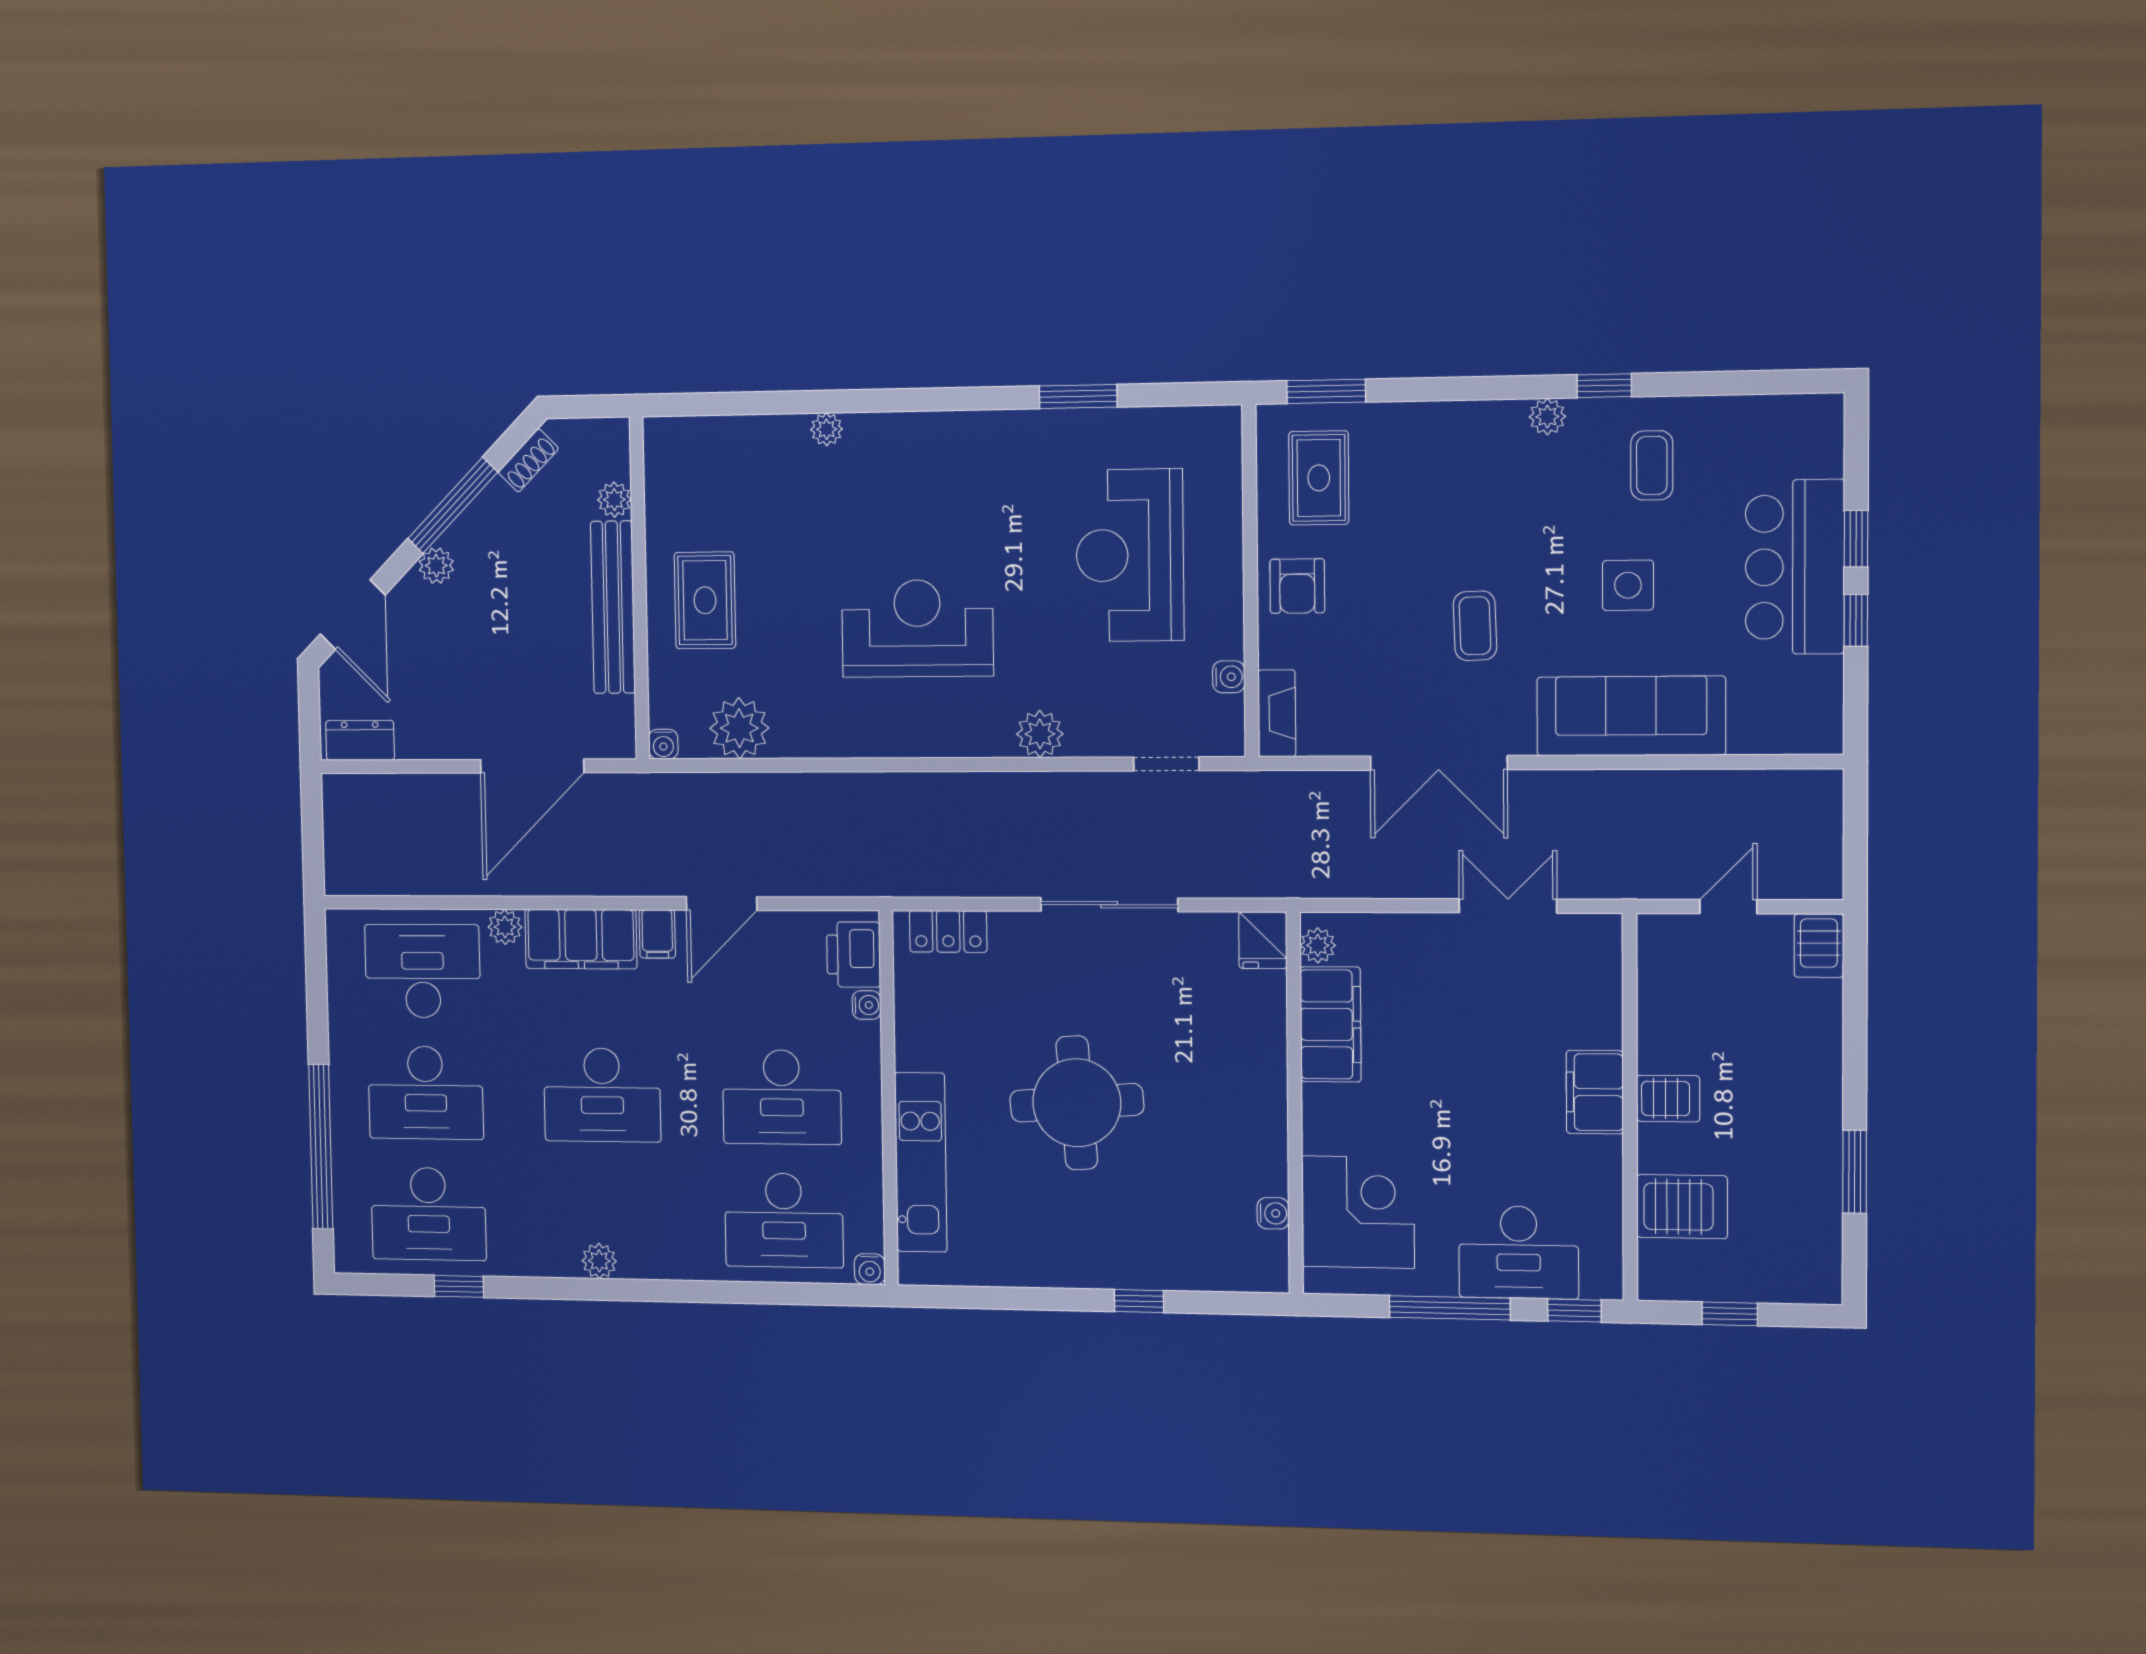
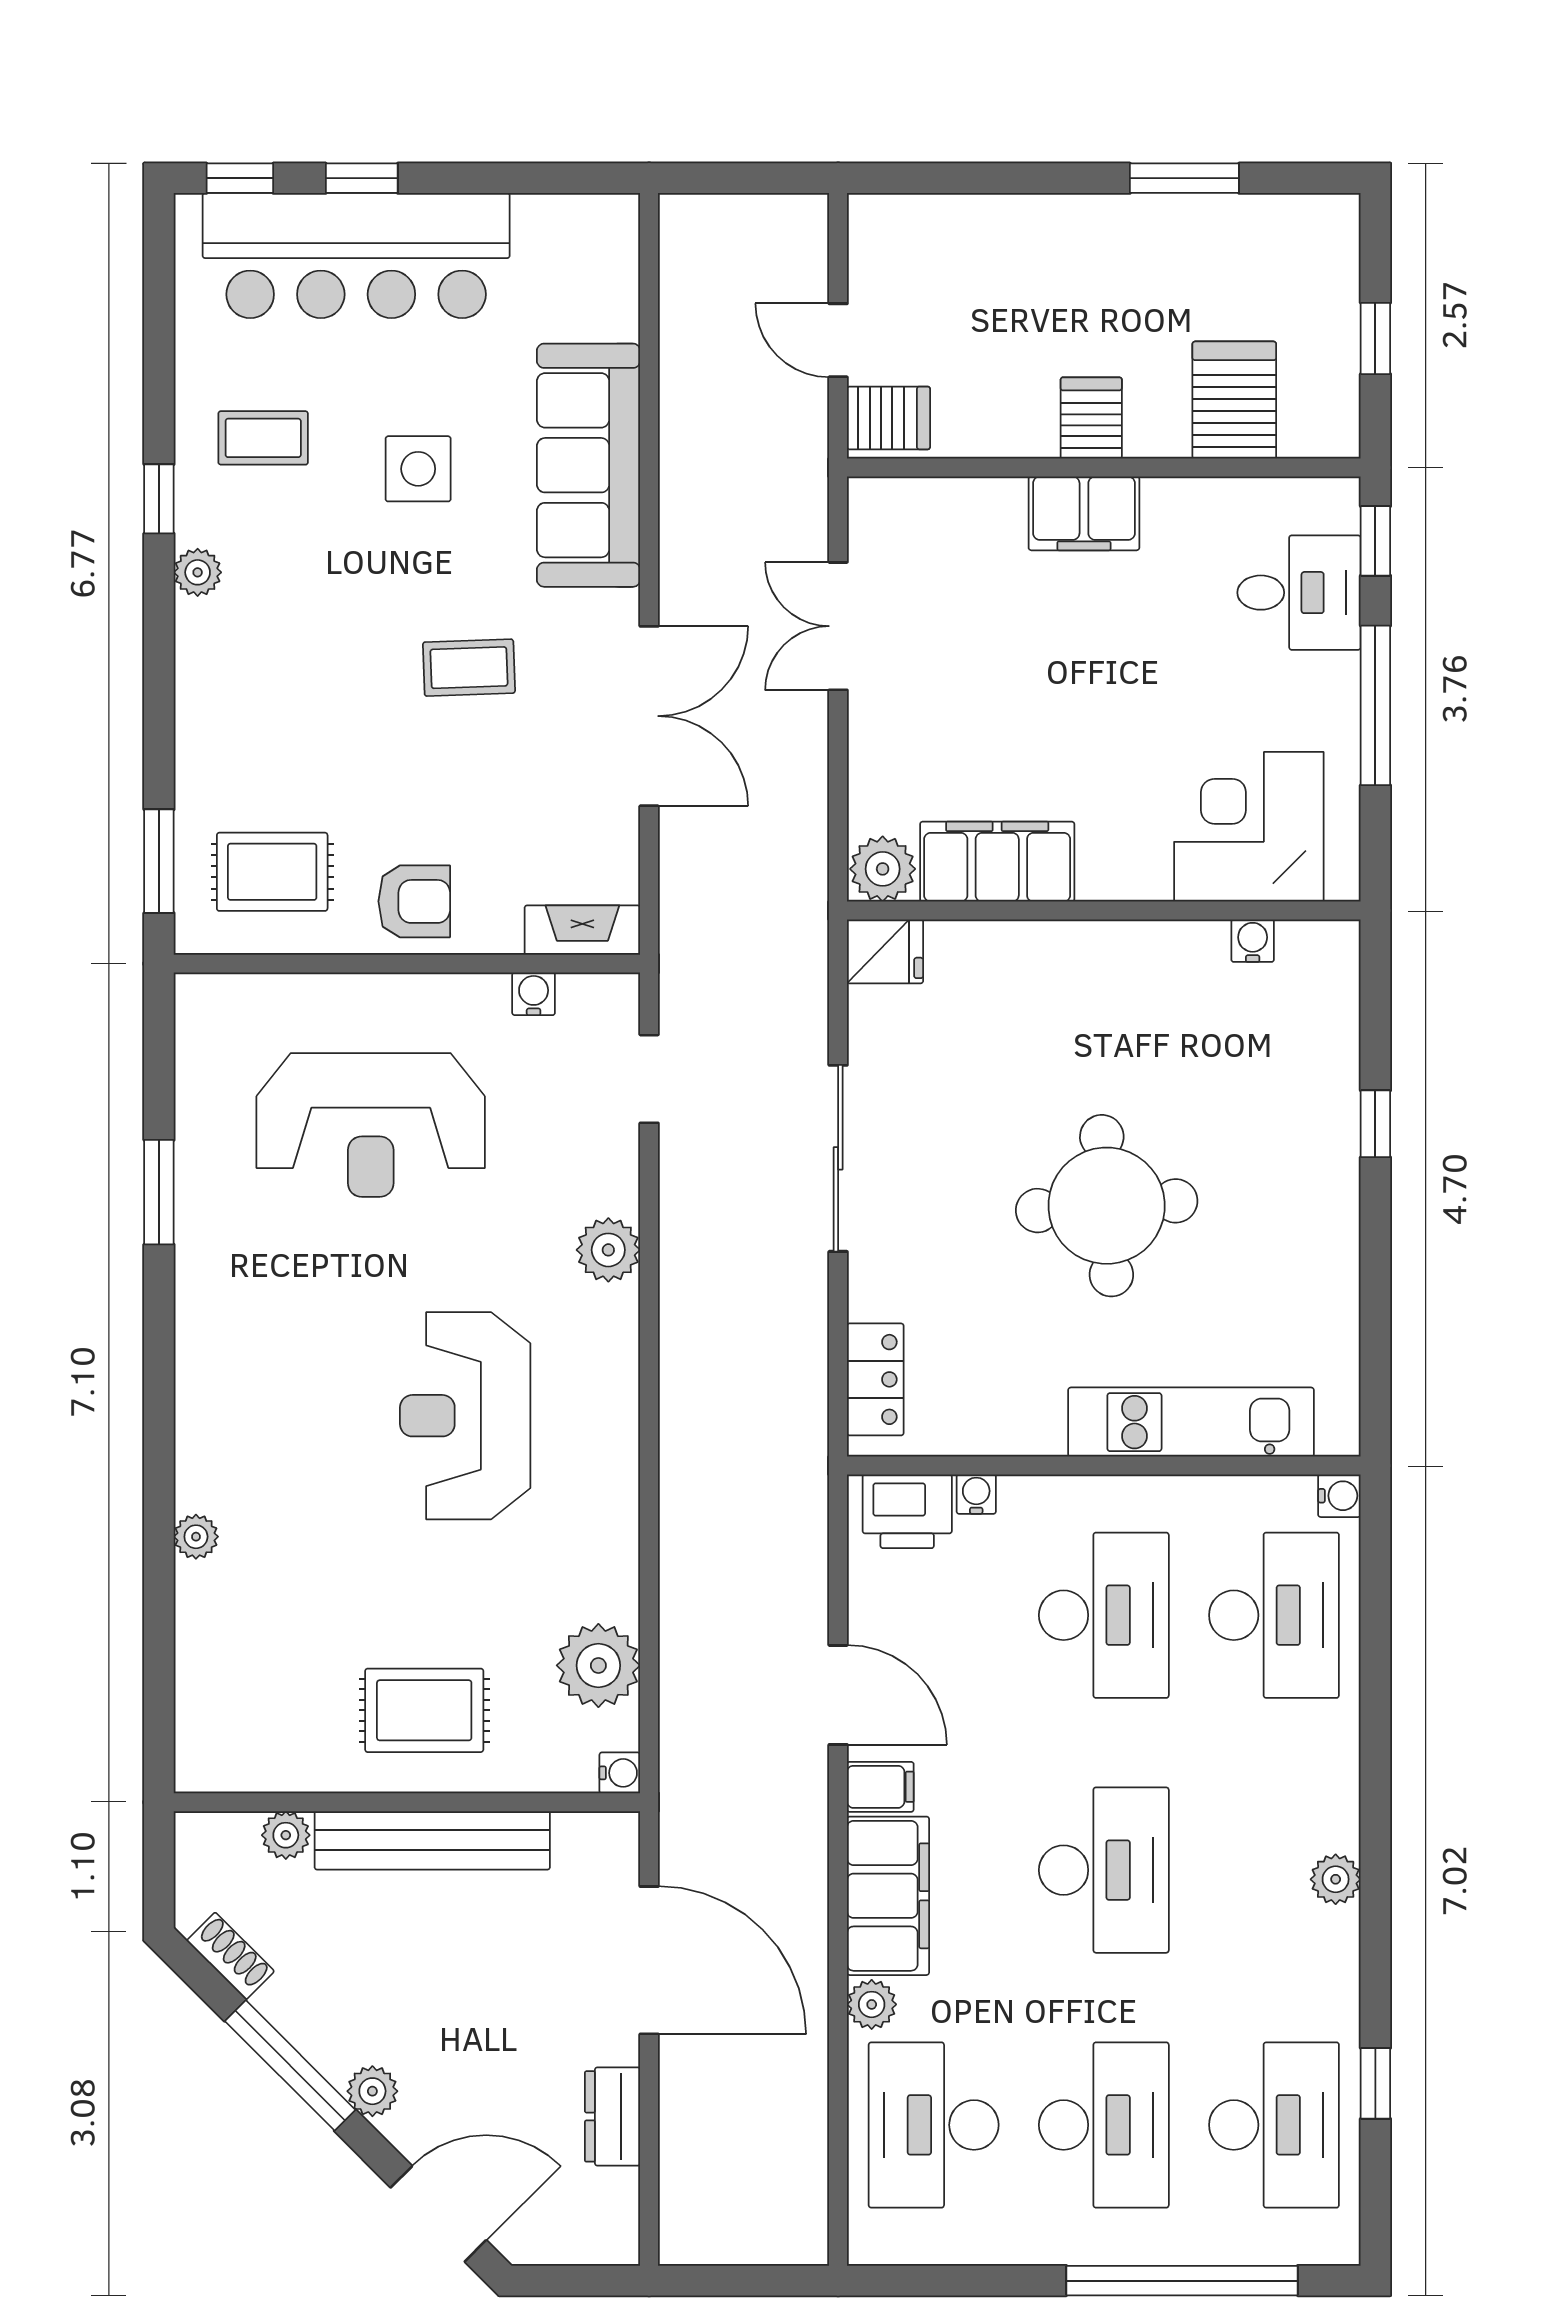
bar counter: (1795, 567) -> (356, 256), width x1.36
window: (1856, 620) -> (240, 178), moved
dresser: (360, 740) -> (613, 2116), moved
plant: (1318, 945) -> (883, 869), width x1.38, depth x1.38
server rack: (1819, 946) -> (889, 418), moved
desk: (1519, 1252) -> (1299, 593), width x0.73

